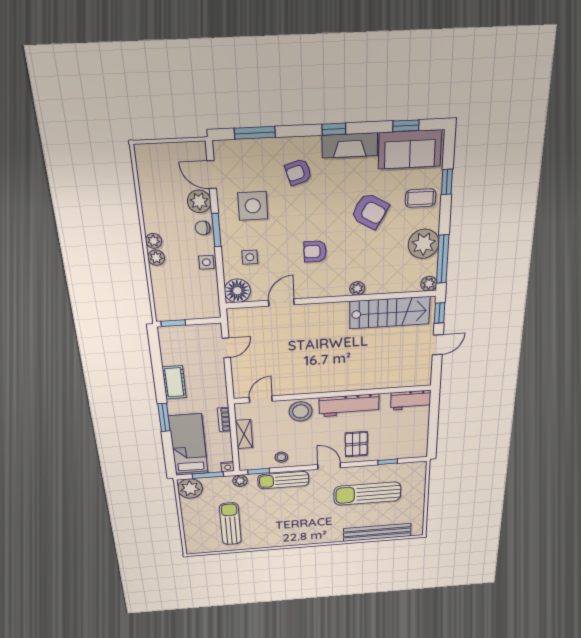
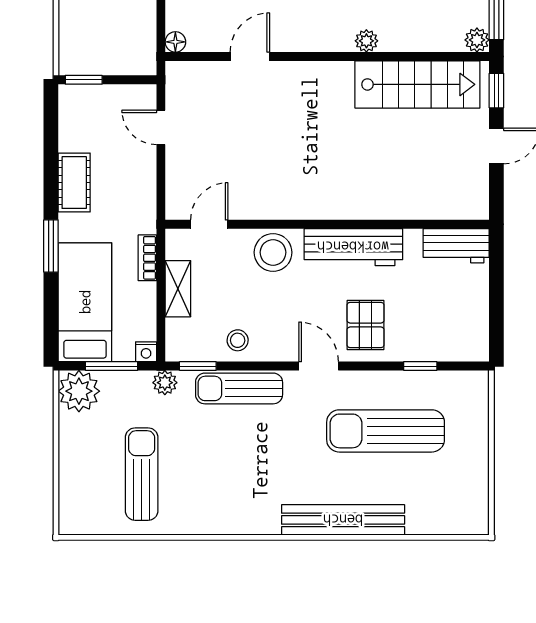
floor lamp: (237, 291) -> (175, 42), width x0.53, depth x0.53
door: (226, 348) -> (161, 127), swing flipped
bench: (377, 532) -> (343, 520), moved

